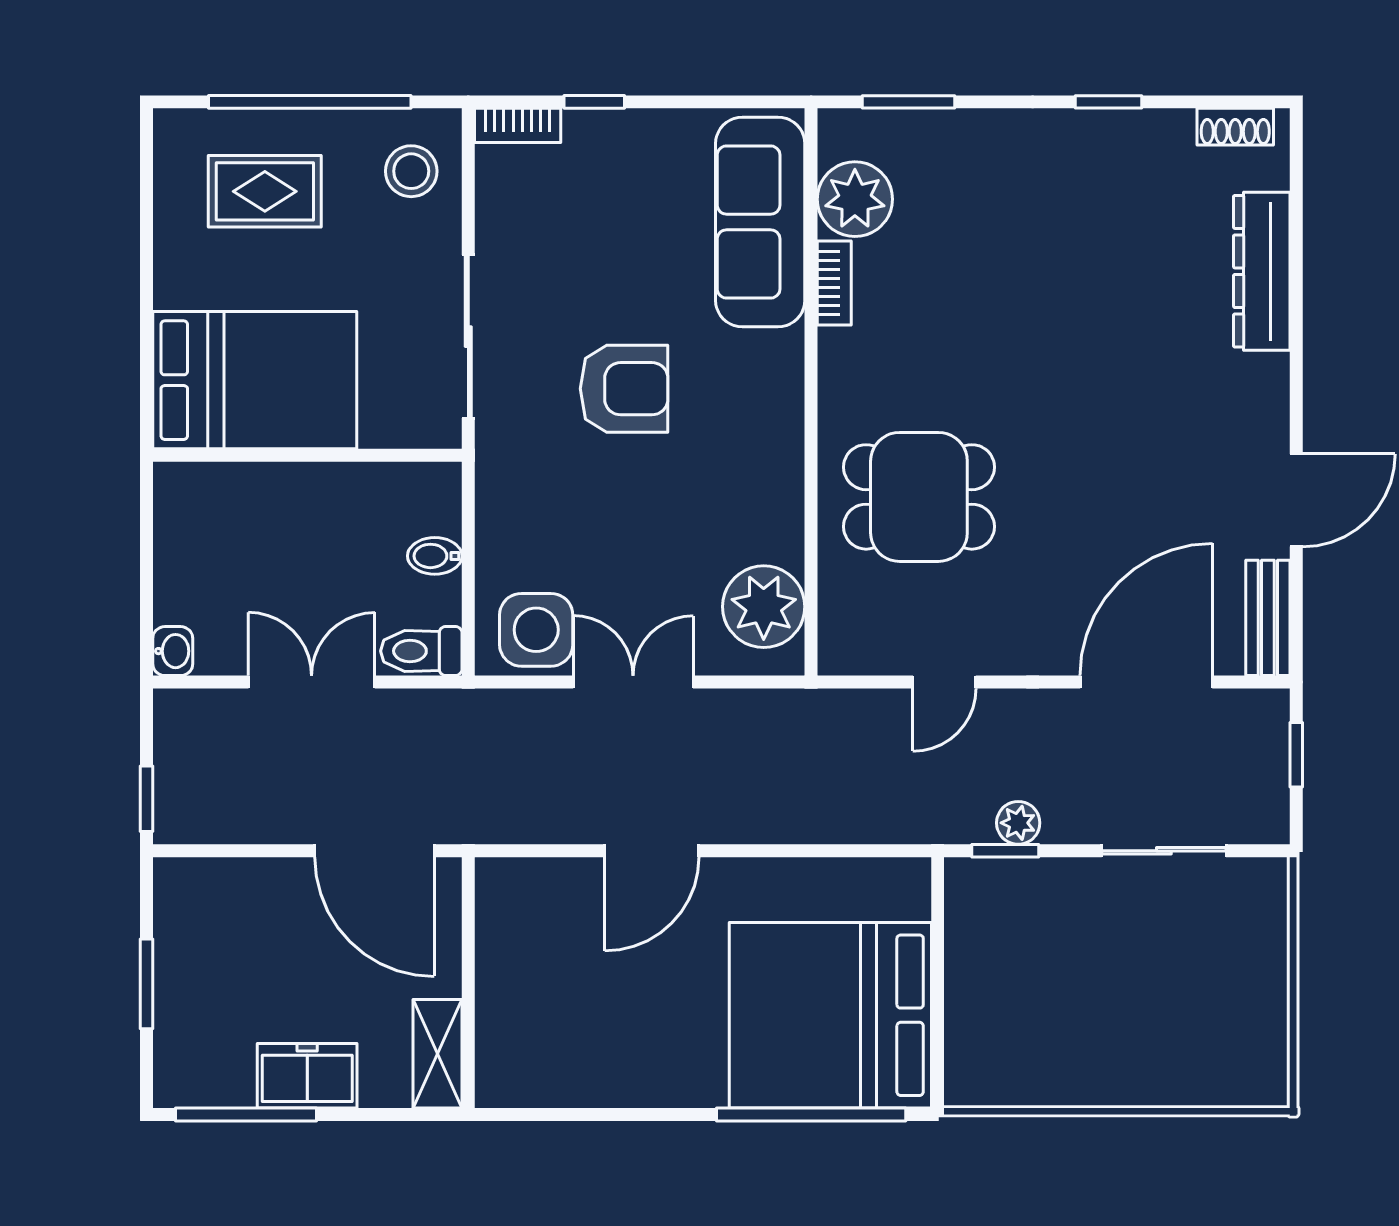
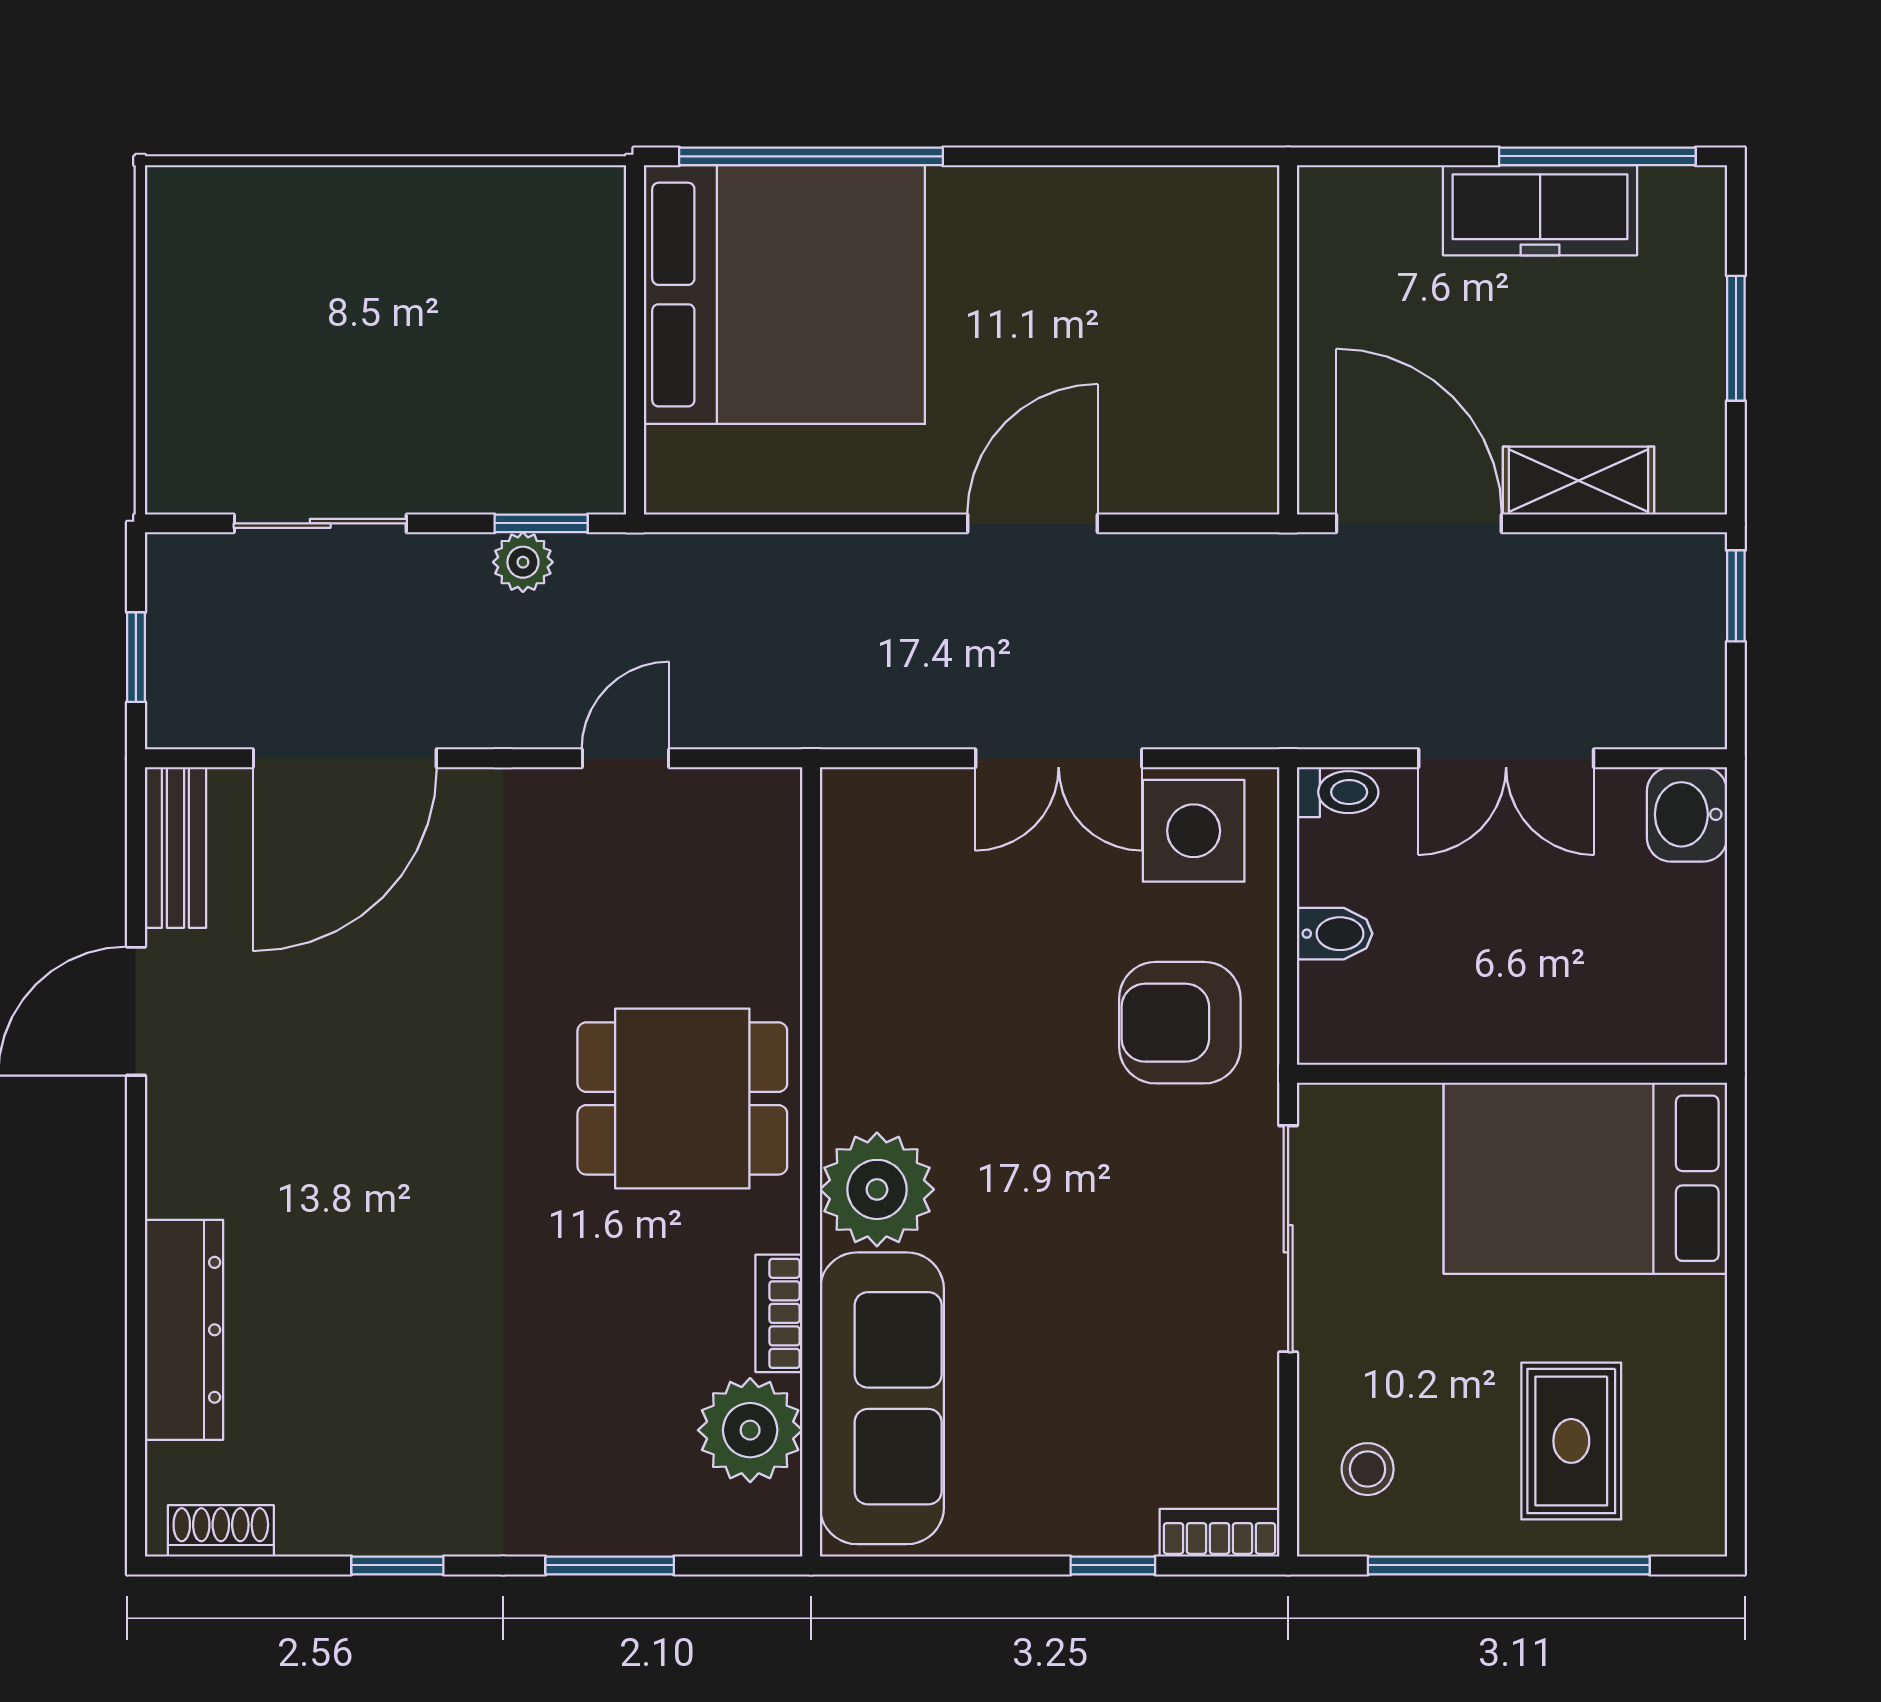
window: (909, 102) -> (610, 1565), moved
stool: (411, 171) -> (1368, 1469), width x0.73, depth x0.73
rug: (265, 191) -> (1571, 1441), turned 90
armchair: (624, 389) -> (1180, 1023), moved
dining table: (919, 497) -> (682, 1098), moved
plant: (764, 607) -> (877, 1189), moved
washbasin: (173, 651) -> (1687, 814), width x1.38, depth x1.45
toilet: (421, 651) -> (1338, 792), width x0.73, depth x0.72
shelving: (437, 1054) -> (1579, 481), moved, turned 90
freezer: (307, 1076) -> (1540, 210), width x1.40

